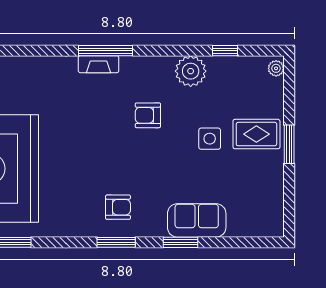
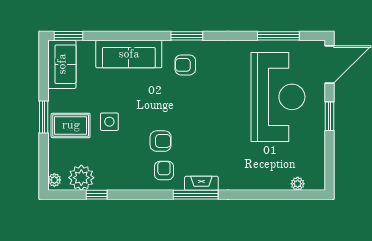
plant: (191, 71) -> (81, 178), moved
armchair: (144, 80) -> (164, 170), added
sofa: (267, 208) -> (62, 64), added
sofa: (197, 220) -> (129, 54), width x1.36
window: (180, 242) -> (69, 36), moved

